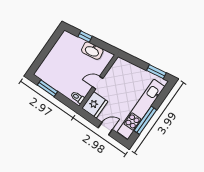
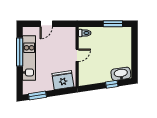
washbasin: (92, 51) -> (121, 74), moved
fridge: (95, 105) -> (63, 80), moved, turned 81
kitchen unit: (141, 109) -> (29, 58), width x0.73

